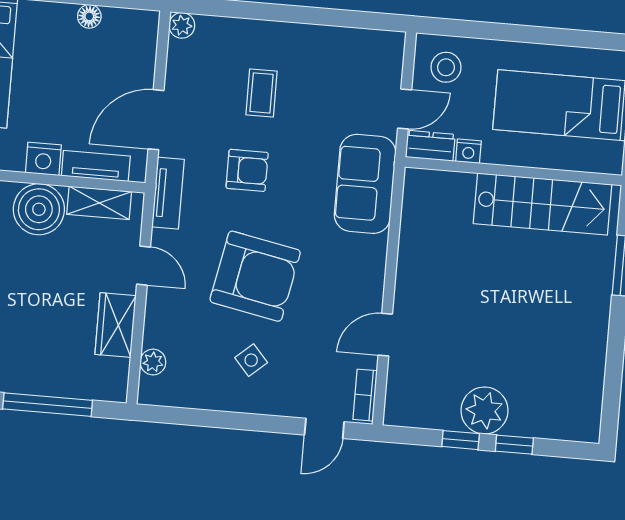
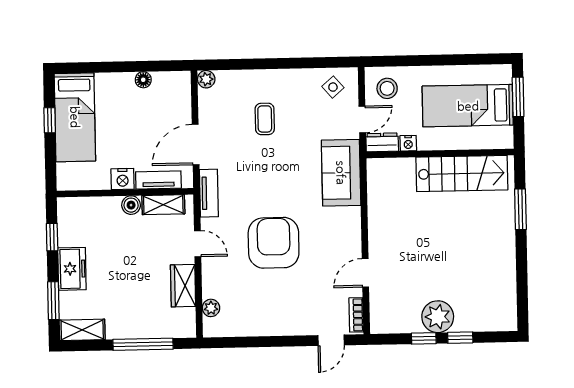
armchair: (247, 170) -> (261, 172), removed
boiler: (39, 209) -> (131, 205), width x0.54, depth x0.54
armchair: (255, 276) -> (274, 243), turned -101
side table: (251, 360) -> (333, 87), moved

